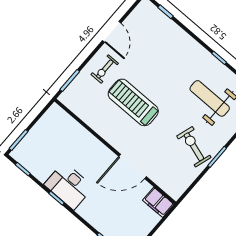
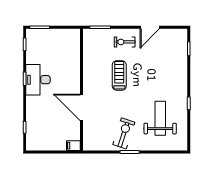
treadmill: (133, 102) -> (119, 75), width x0.73, depth x0.73
filing cabinet: (158, 202) -> (73, 146), width x0.50

